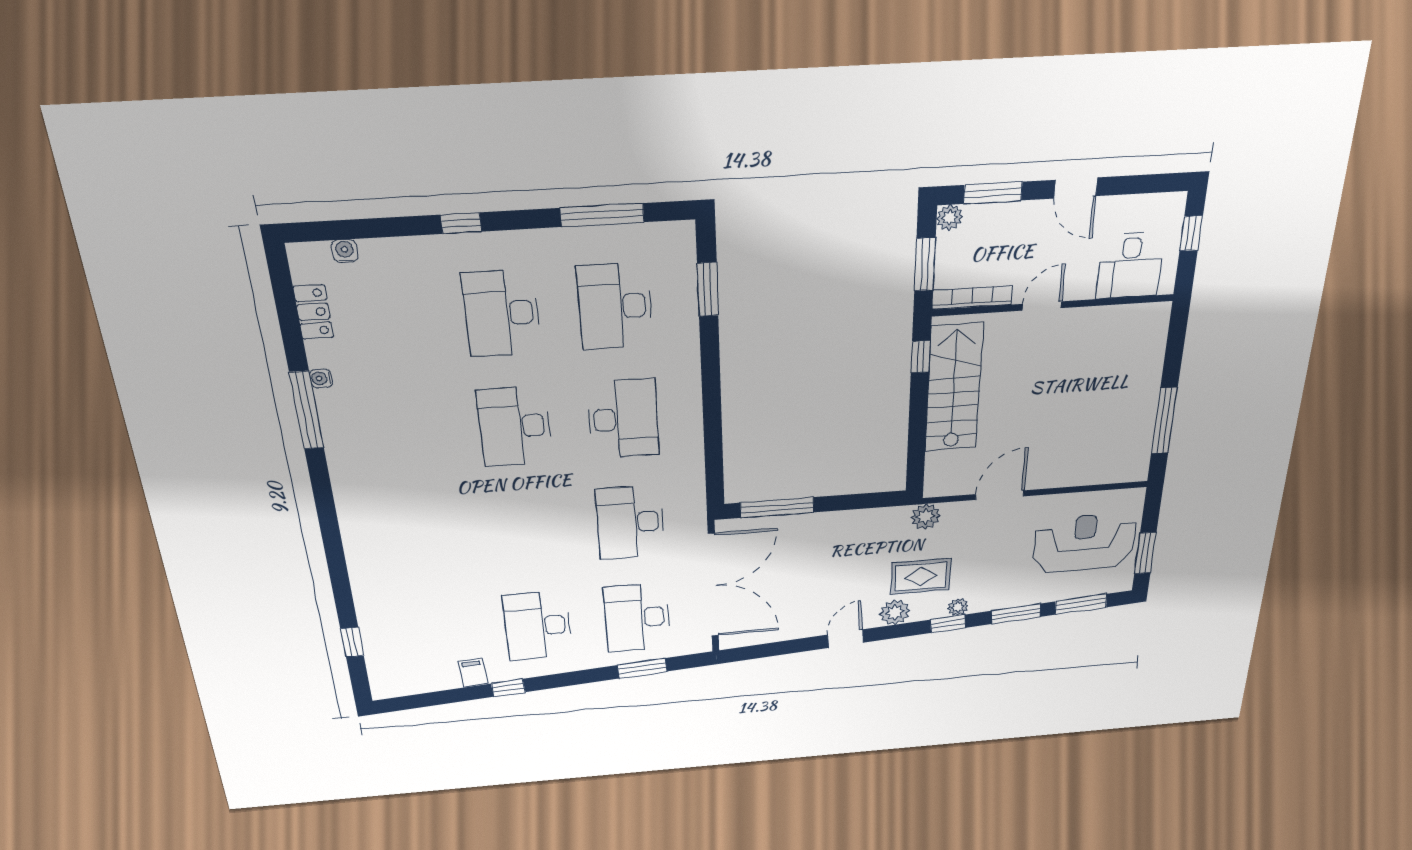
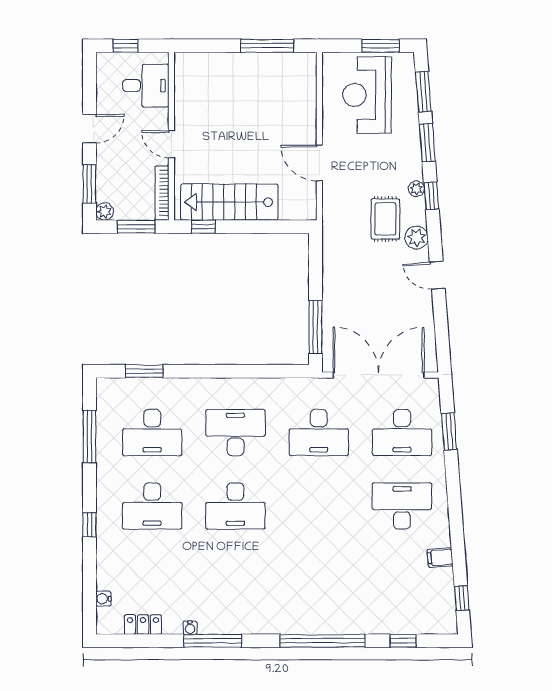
plant: (926, 517) -> (333, 217), removed
window: (334, 550) -> (323, 641), added
desk: (538, 626) -> (402, 506), turned 180
window: (508, 688) -> (462, 598), moved

